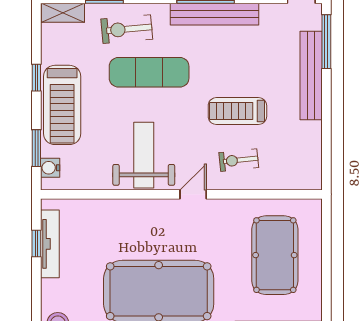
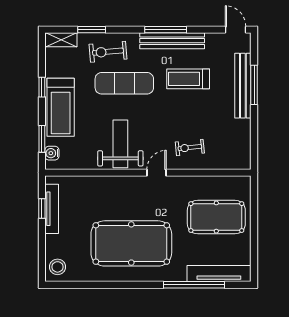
window: (326, 42) -> (254, 85), moved
treadmill: (237, 111) -> (188, 79), moved
pool table: (275, 255) -> (216, 217), turned 90

